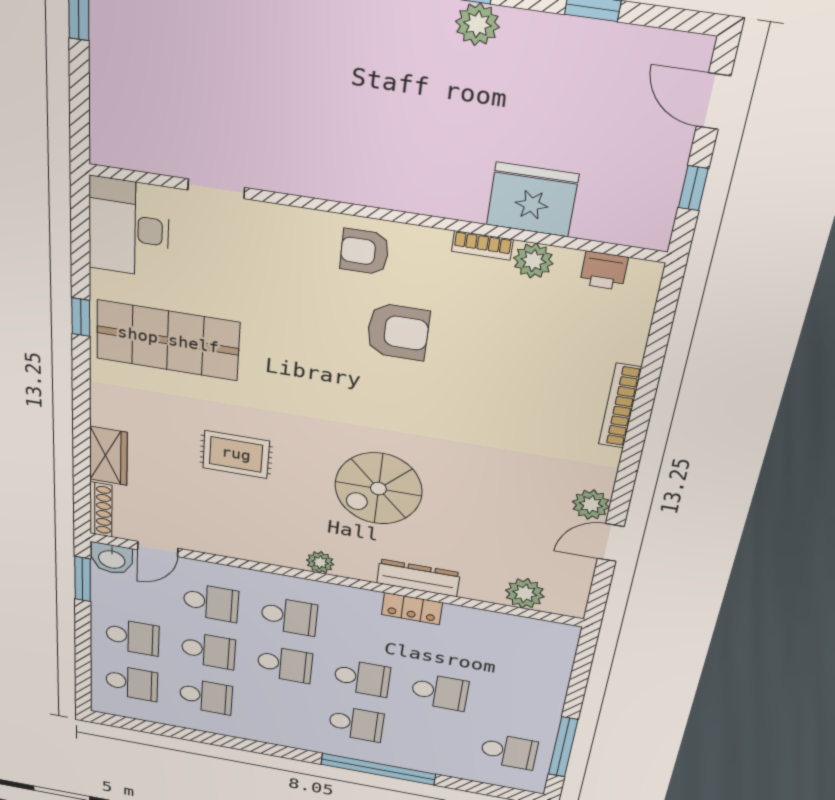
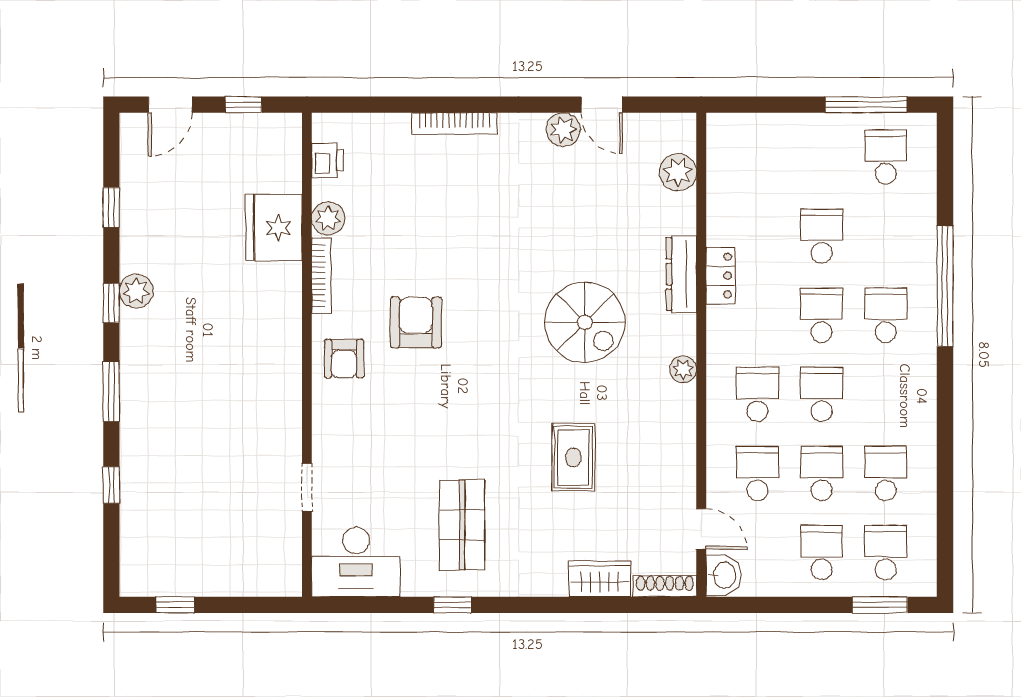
bookcase: (482, 245) -> (321, 276), width x1.56
shop shelf: (168, 340) -> (462, 525), width x0.70, depth x0.74
window: (83, 579) -> (880, 605), moved

